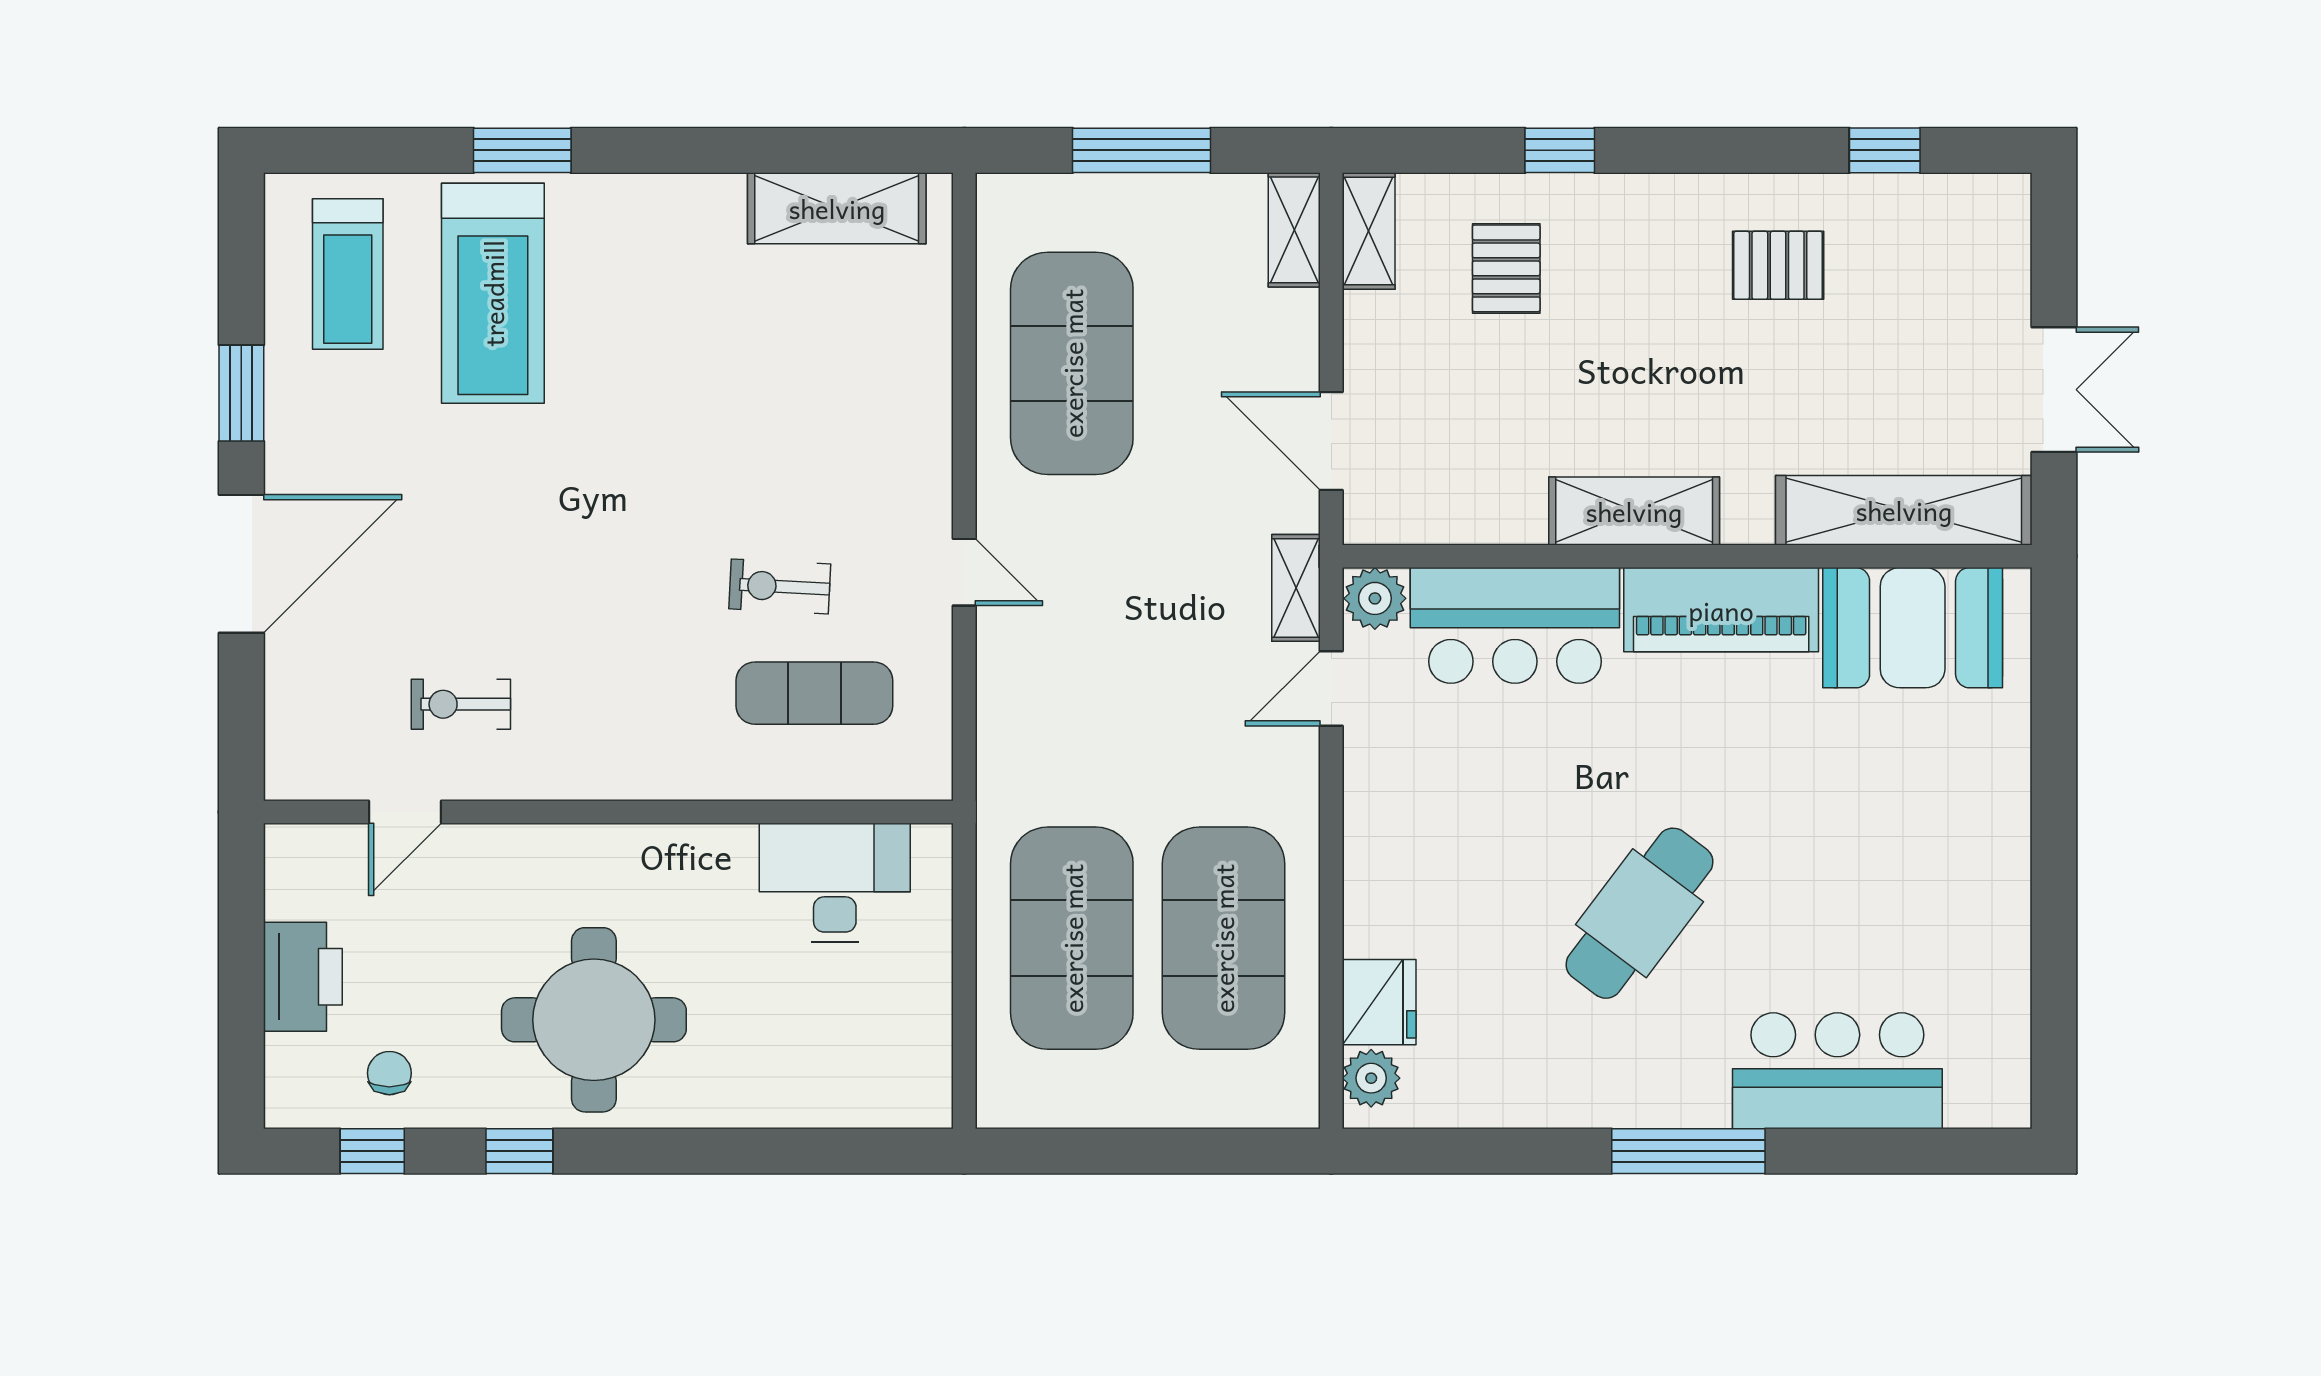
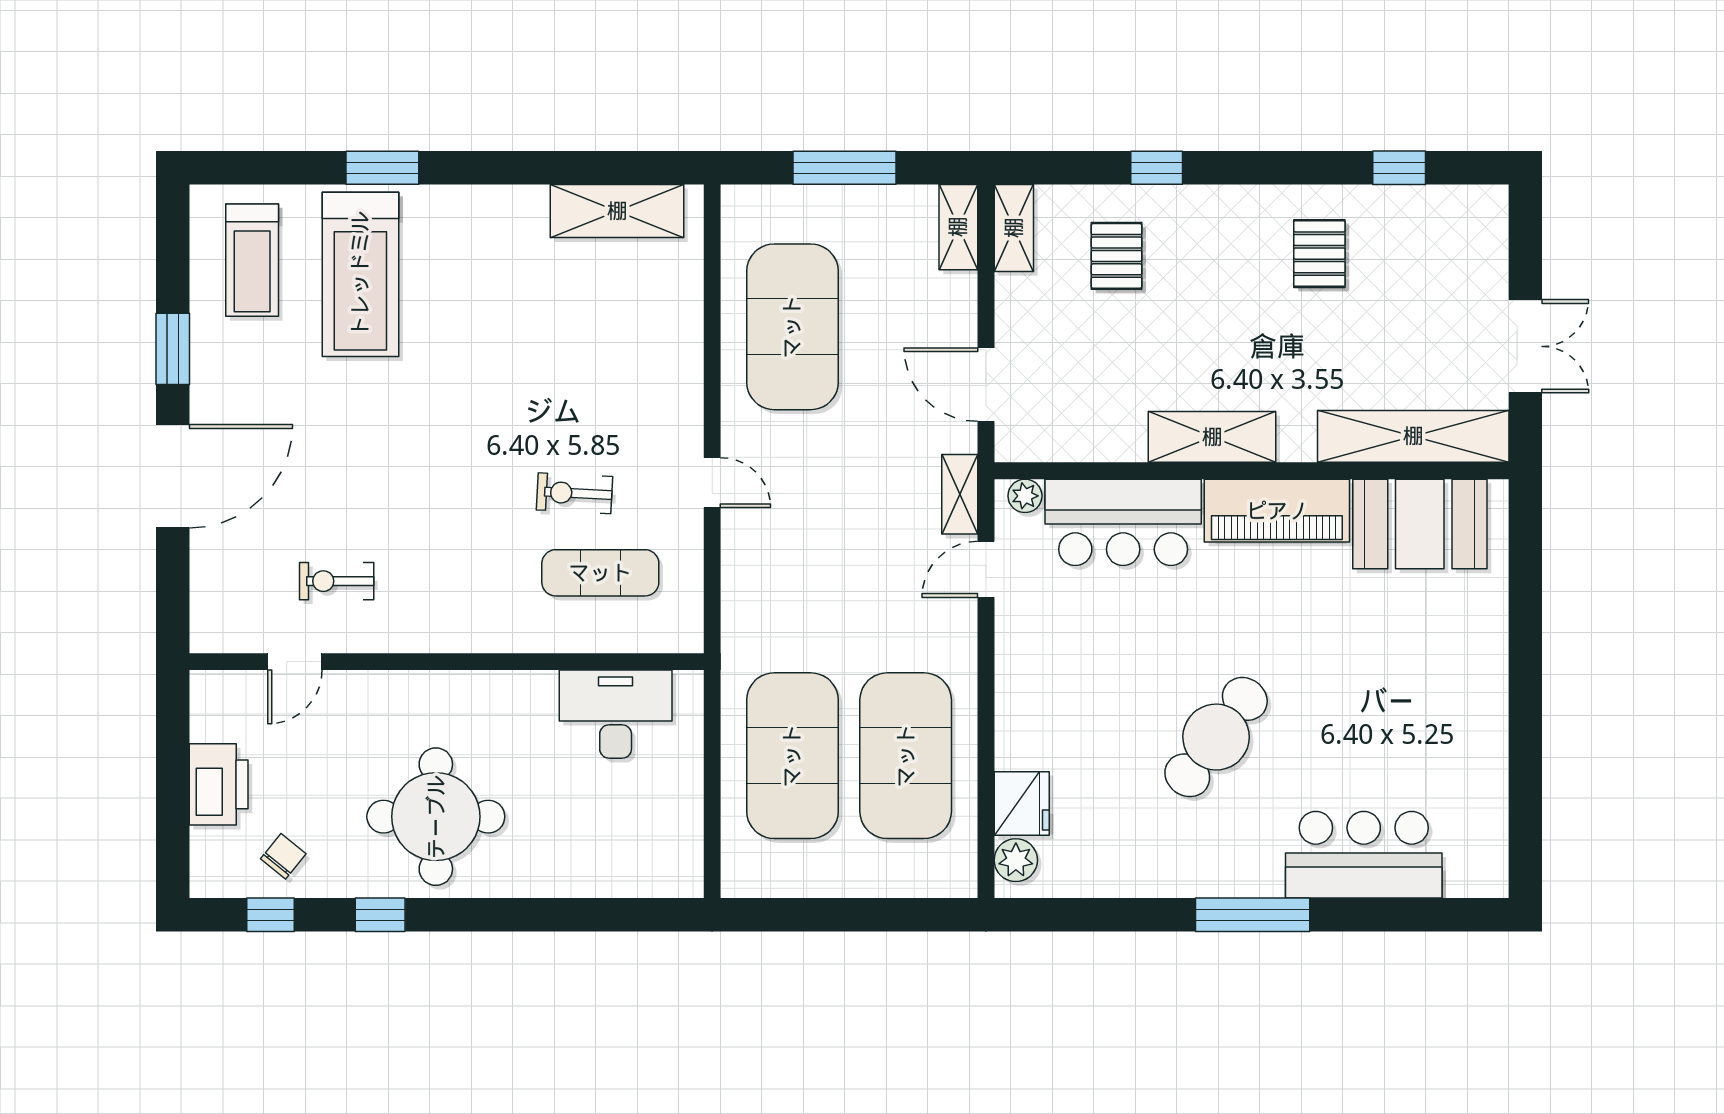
pallet: (1778, 265) -> (1319, 254), turned 90
plant: (1375, 598) -> (1025, 496), width x0.73, depth x0.73
chair: (389, 1073) -> (283, 856), turned 39

